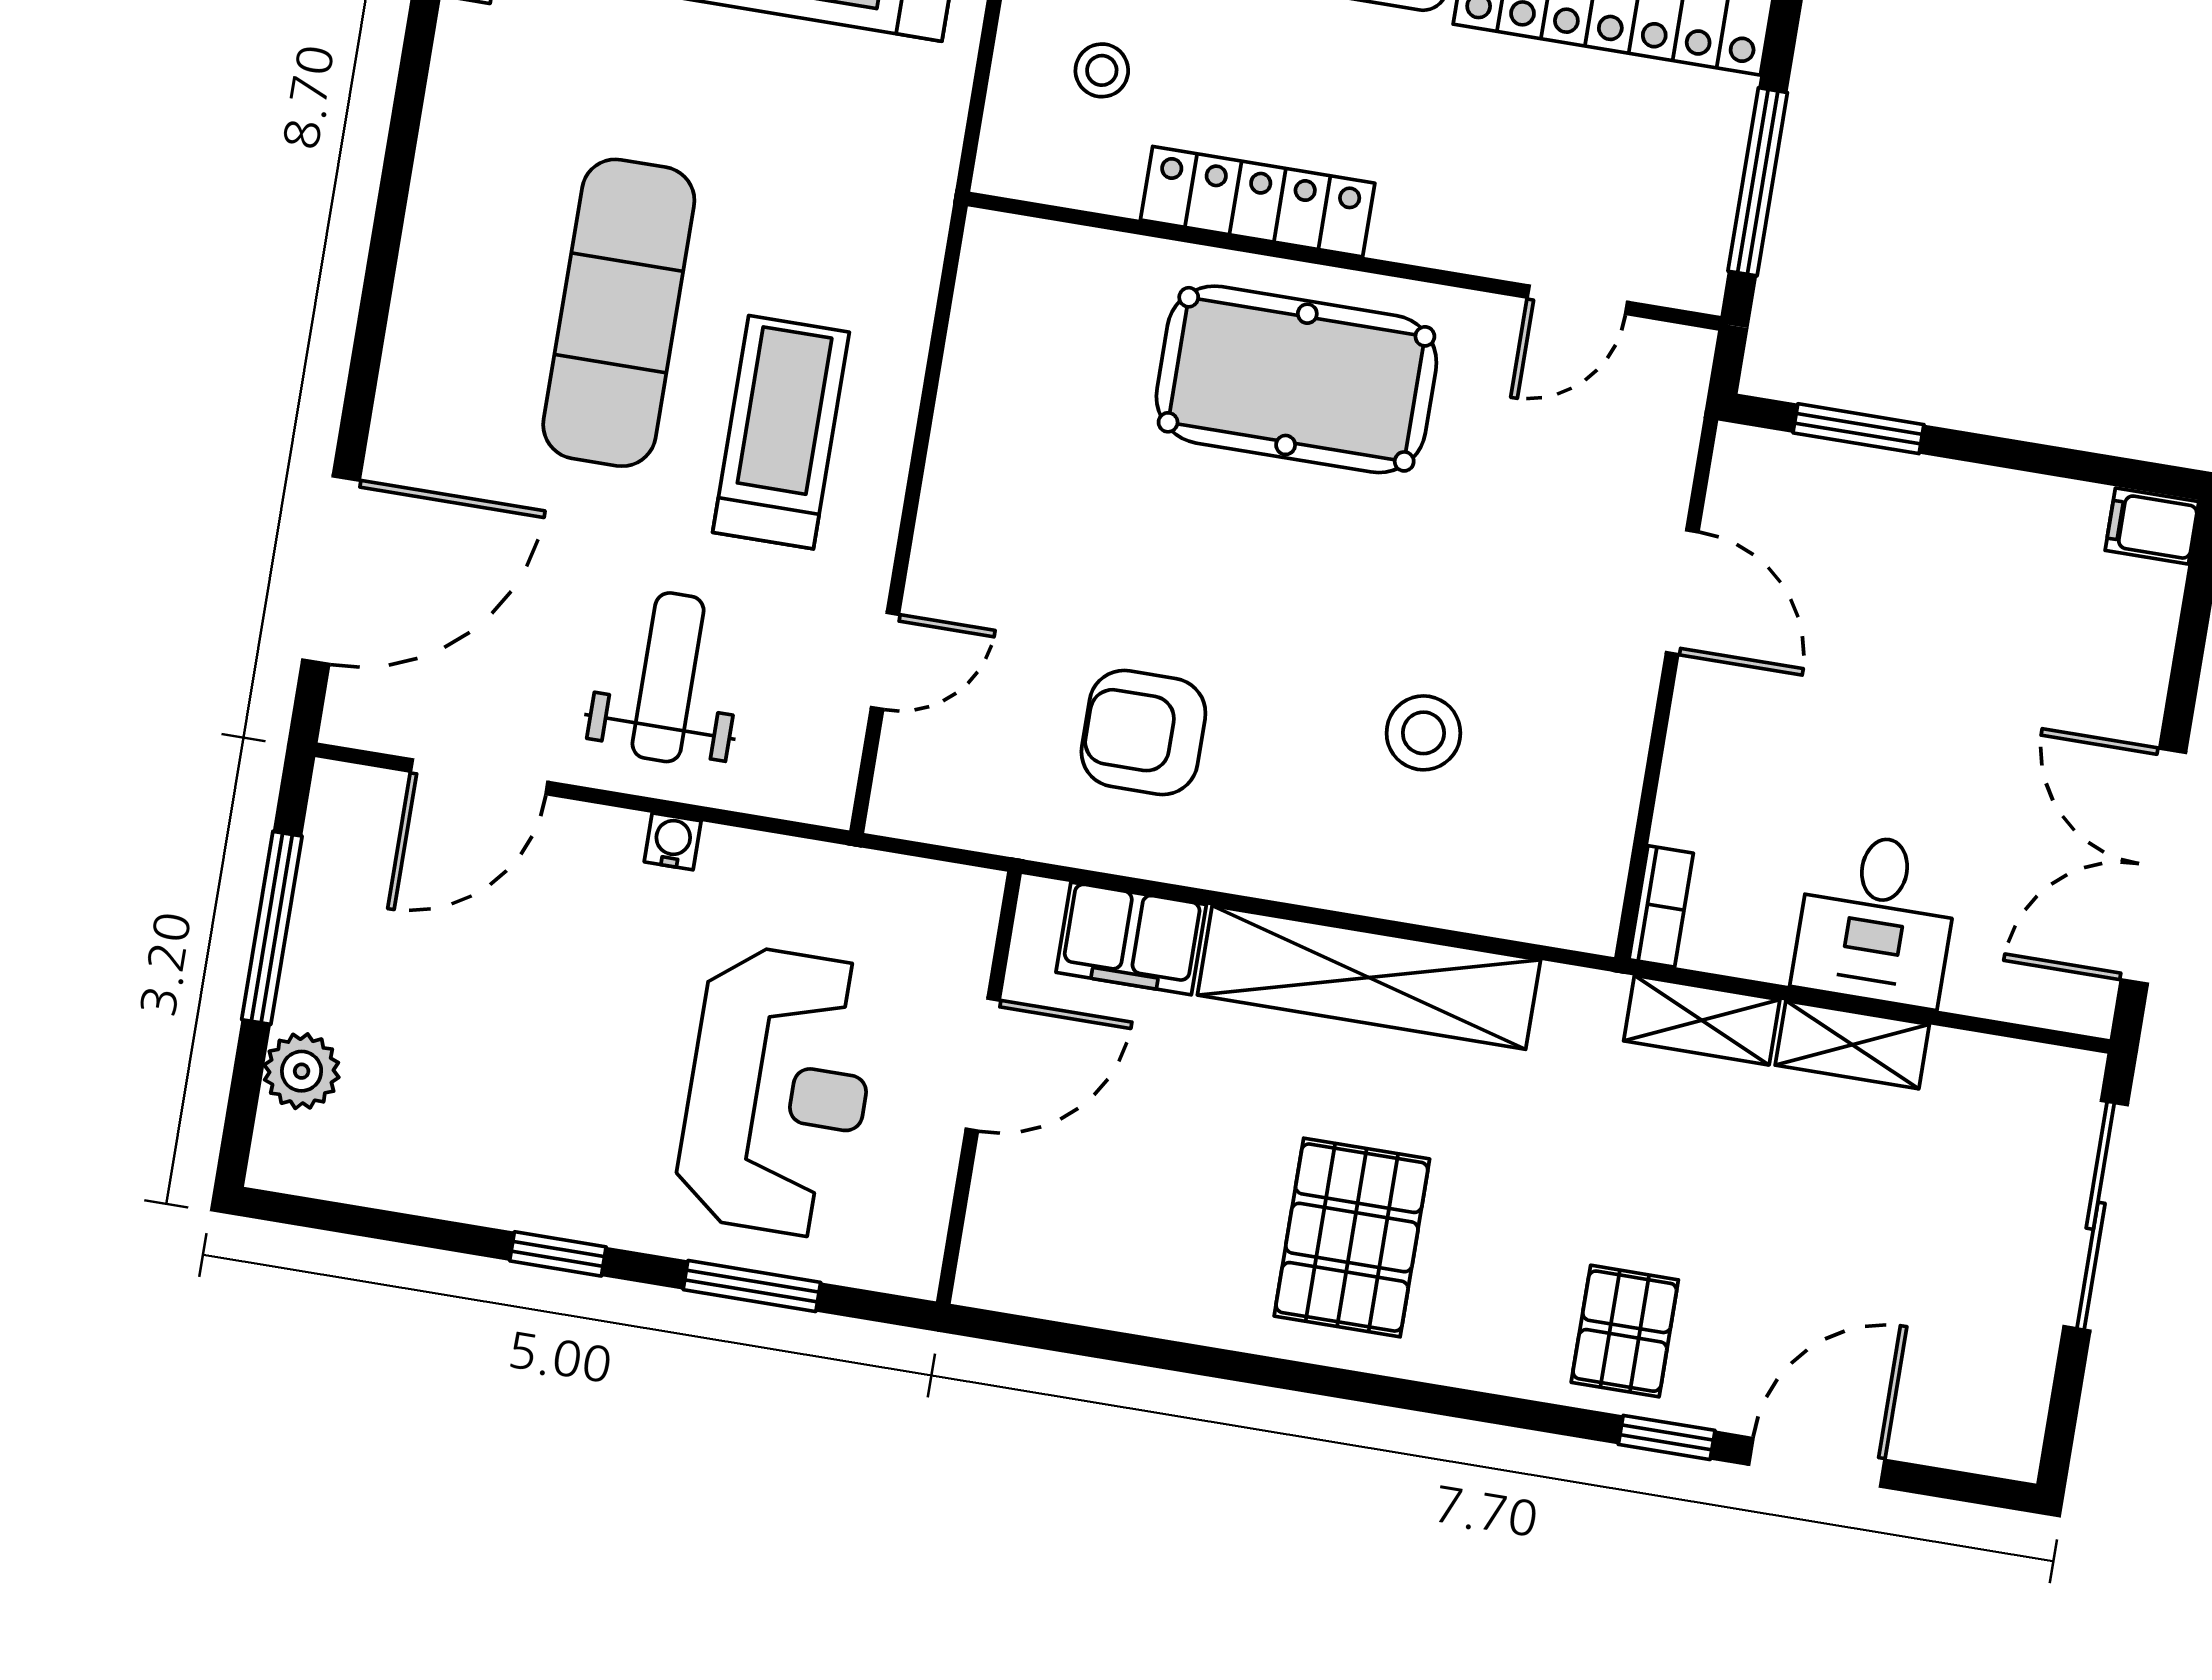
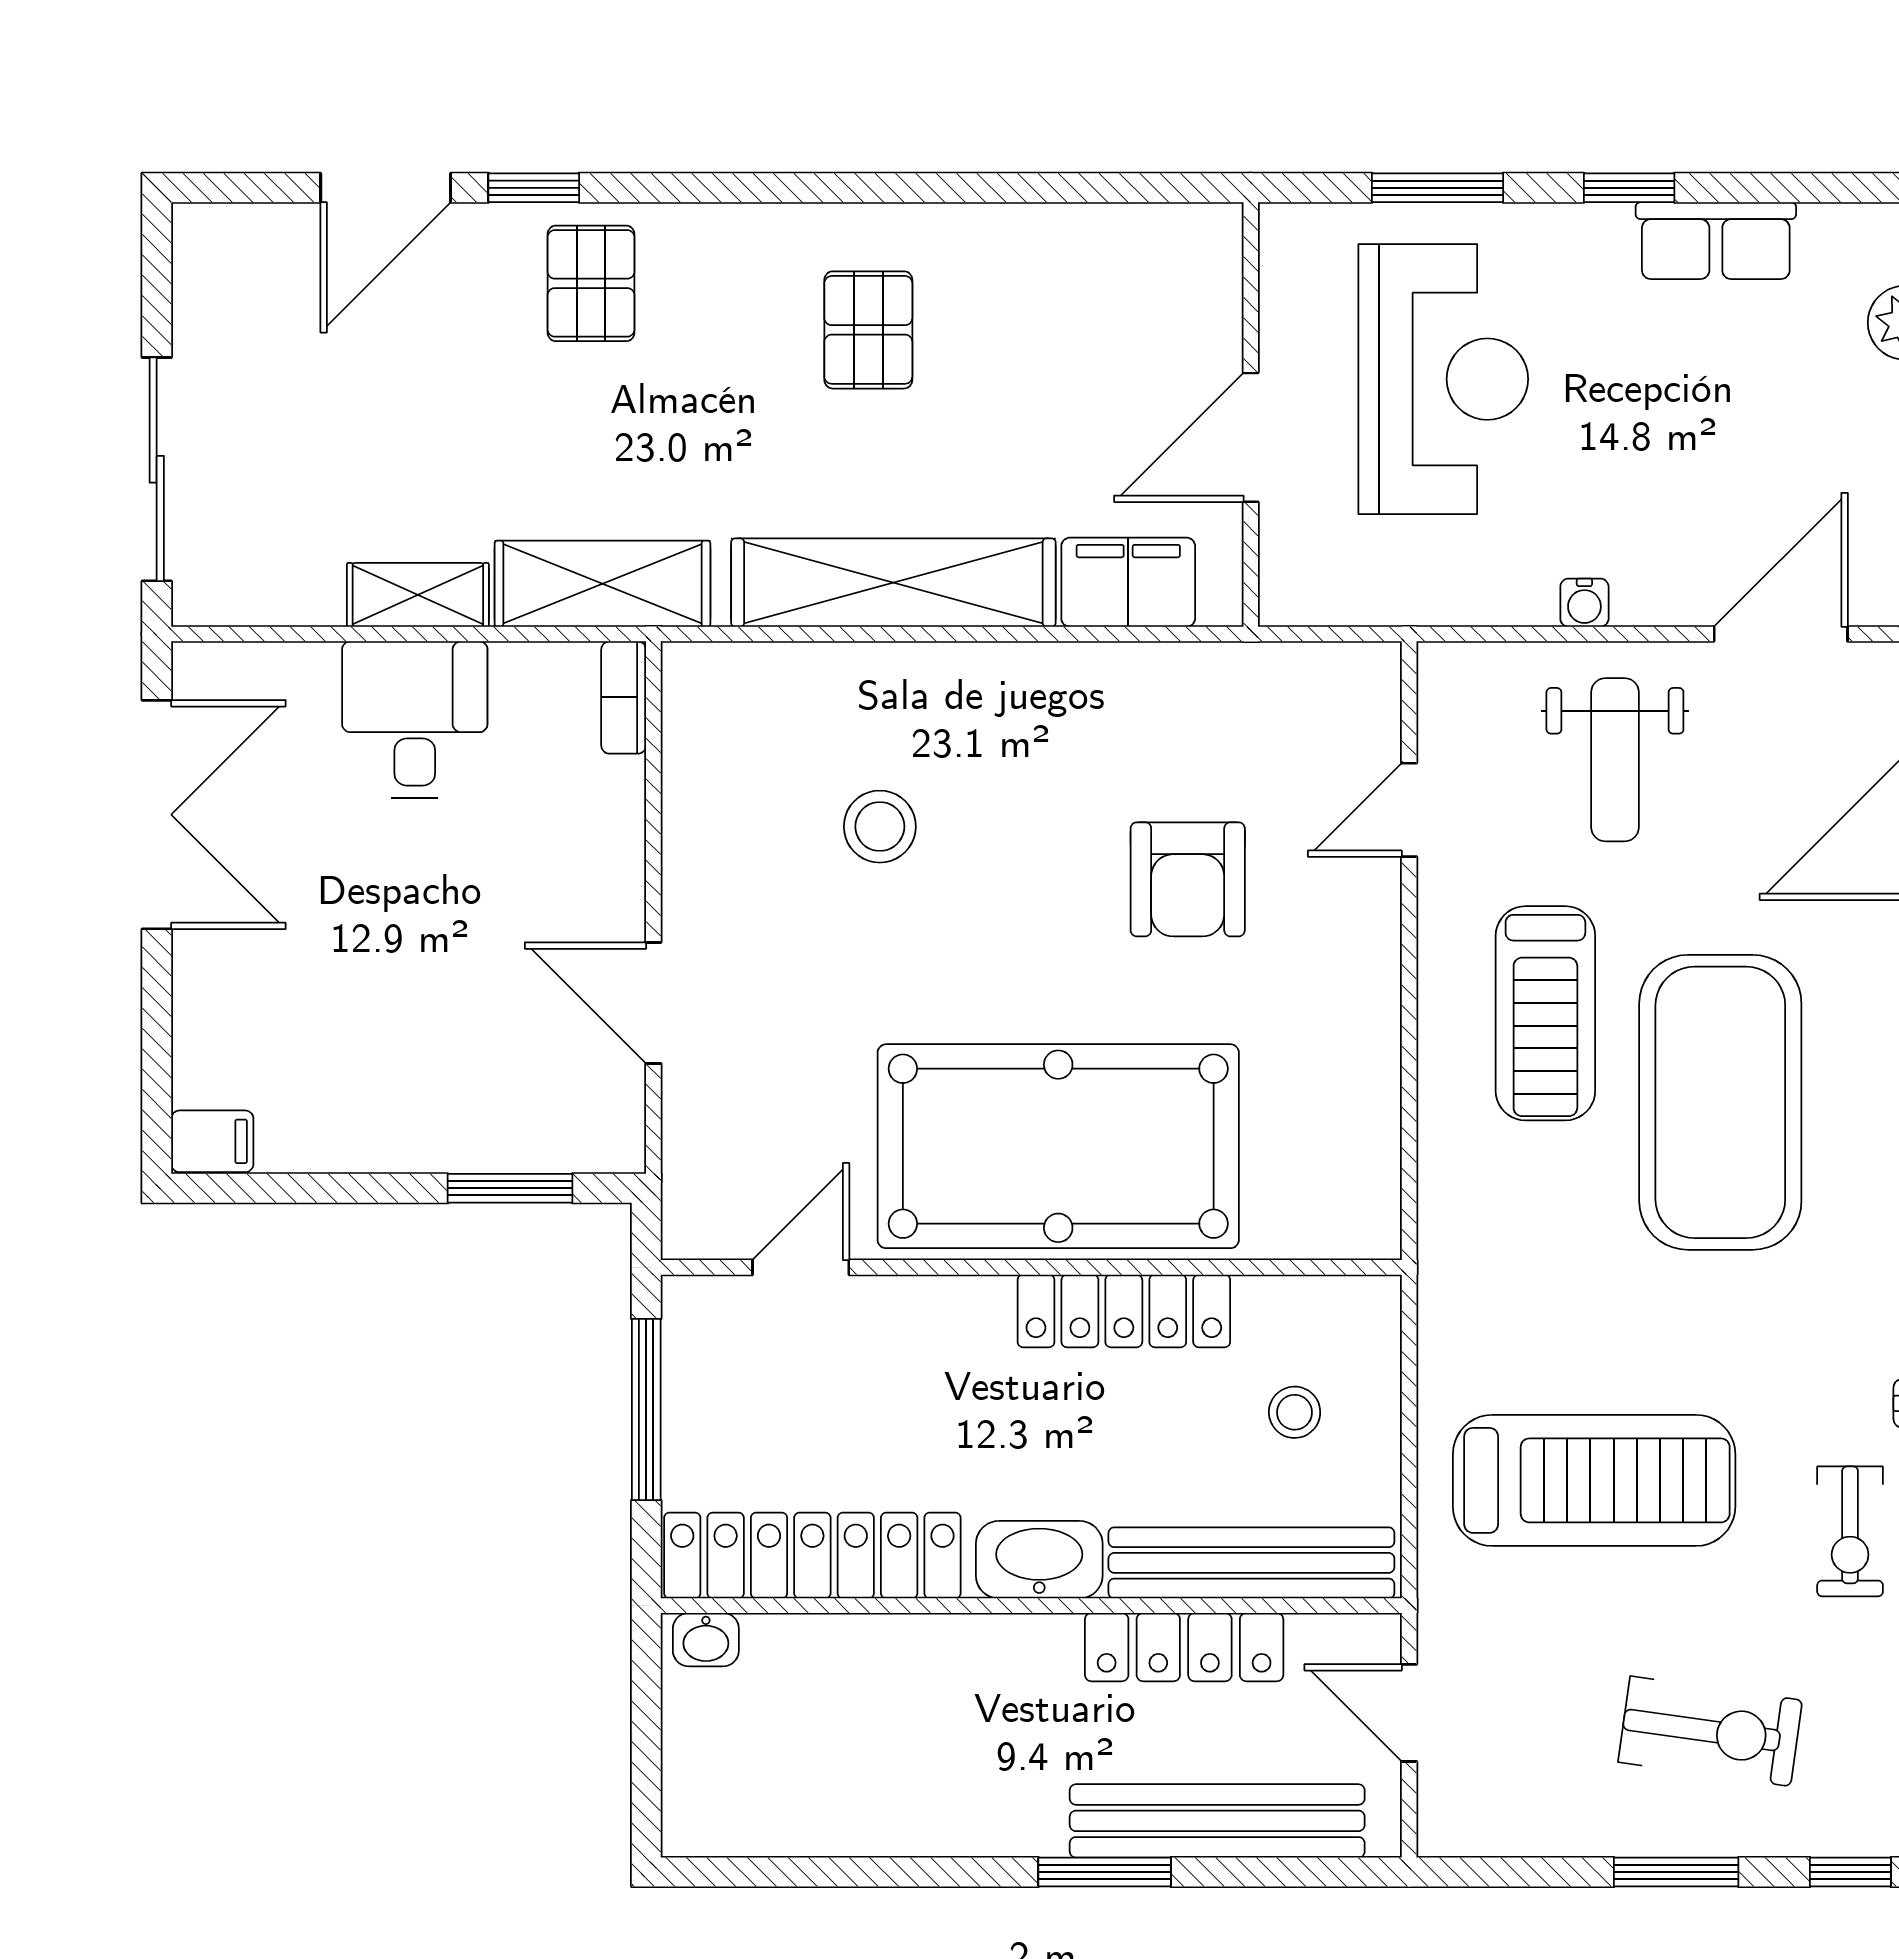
exercise mat: (619, 313) -> (1720, 1102), width x1.47
pool table: (1296, 379) -> (1058, 1146), width x1.36, depth x1.32
armchair: (1143, 732) -> (1188, 879), moved, turned 90
shelving: (1702, 1020) -> (602, 584), width x1.50, depth x1.33
reception desk: (778, 1091) -> (1443, 379), turned 180
row of seats: (479, 1186) -> (1716, 241), added
pallet: (1352, 1238) -> (868, 330), width x0.67, depth x0.71

